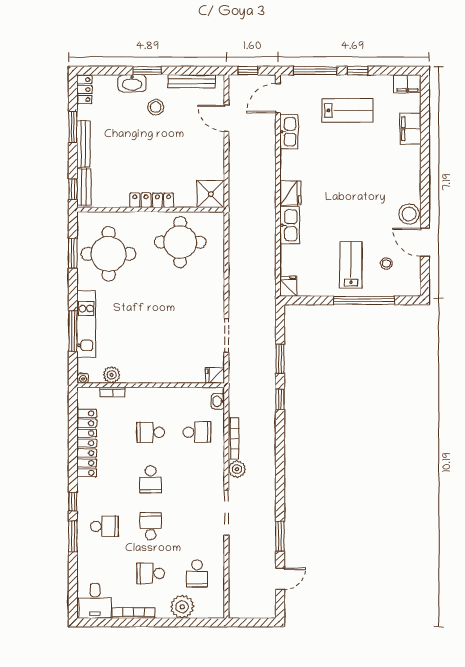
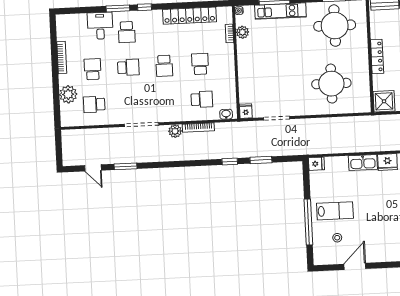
stool: (409, 214) -> (376, 253), removed
round table: (180, 242) -> (331, 84), moved
school desk: (197, 432) -> (202, 99), turned -90
school desk: (151, 479) -> (164, 66), turned -90
desk: (95, 601) -> (100, 26), moved, turned 90

